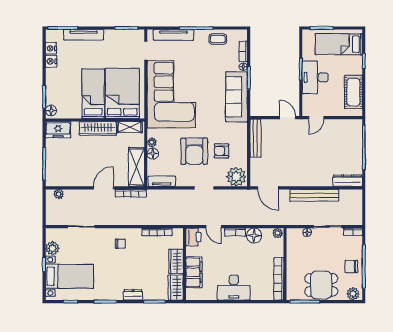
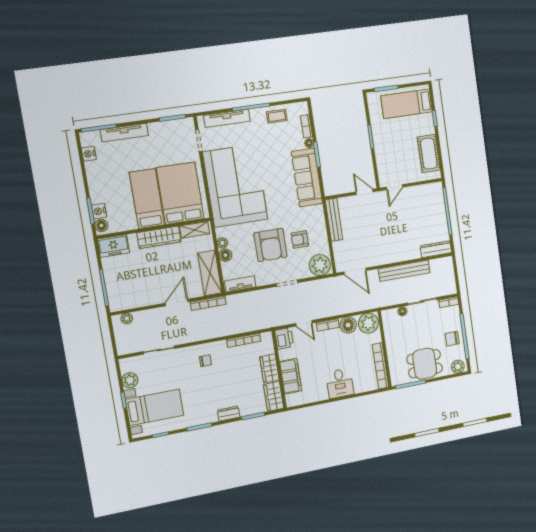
nightstand: (51, 61) -> (99, 211), moved
desk: (315, 77) -> (387, 144), removed
plant: (278, 233) -> (368, 323), width x1.88, depth x1.88
desk: (234, 288) -> (340, 383), width x0.73

